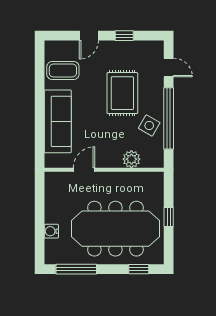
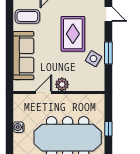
window: (169, 118) -> (108, 53), width x0.47
plant: (131, 159) -> (62, 84), moved
water cooler: (51, 231) -> (19, 127), moved

